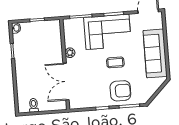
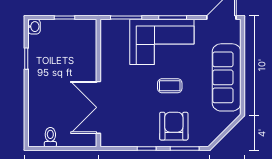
plant: (70, 53) -> (107, 67), removed
armchair: (120, 91) -> (174, 126), turned -90

